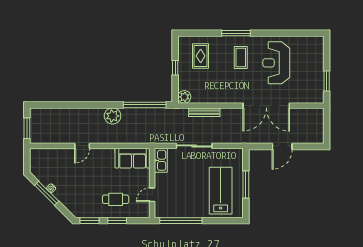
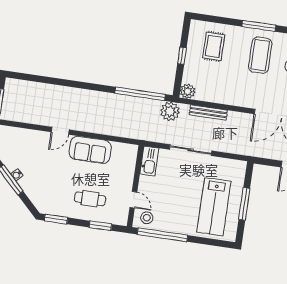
coffee table: (241, 58) -> (260, 55), width x1.36, depth x1.32
plant: (113, 116) -> (170, 111), moved
sofa: (133, 158) -> (90, 150), moved
lab bench: (221, 191) -> (214, 207), turned 180
door: (152, 195) -> (133, 200), swing flipped
stool: (166, 208) -> (147, 218), added
window: (117, 221) -> (100, 226), moved

